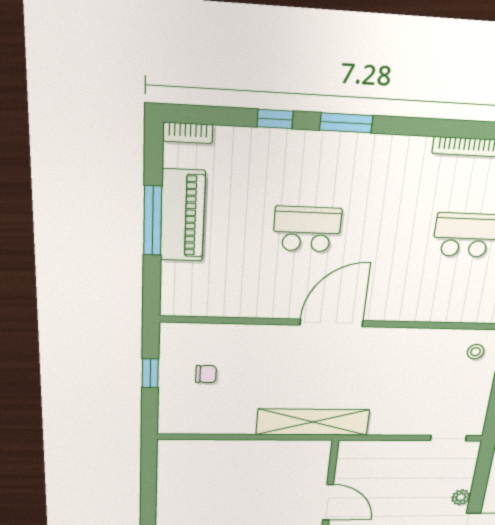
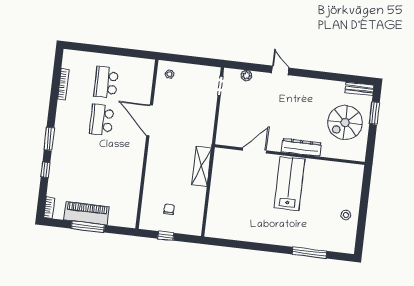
school desk: (307, 229) -> (102, 120), moved
door: (332, 323) -> (150, 120), moved
shelving: (313, 422) -> (201, 166), width x0.68
plant: (461, 497) -> (246, 76), moved

